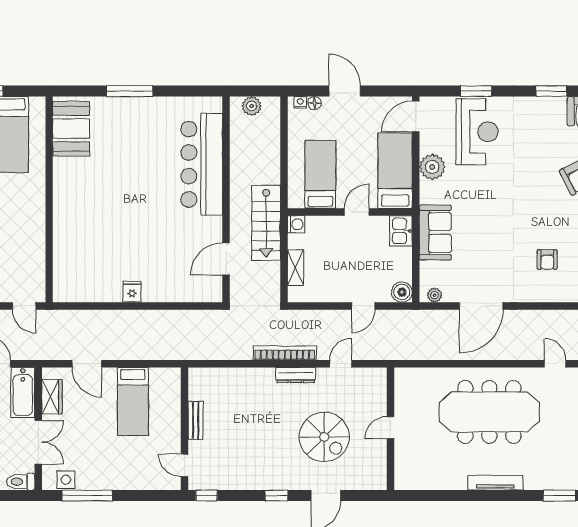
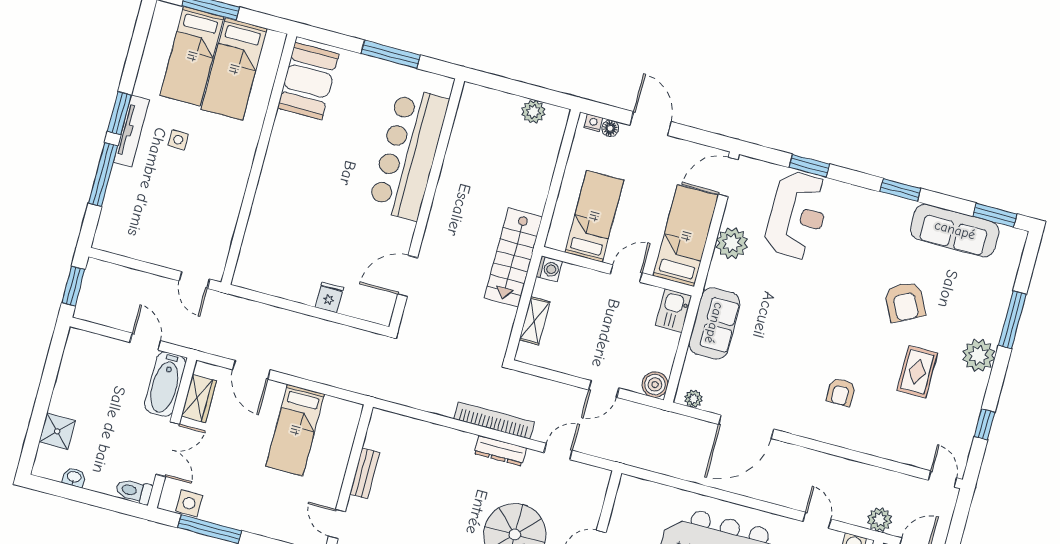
bar counter: (202, 164) -> (409, 154), moved
wall: (226, 199) -> (427, 204), moved
door: (226, 259) -> (408, 276), moved

